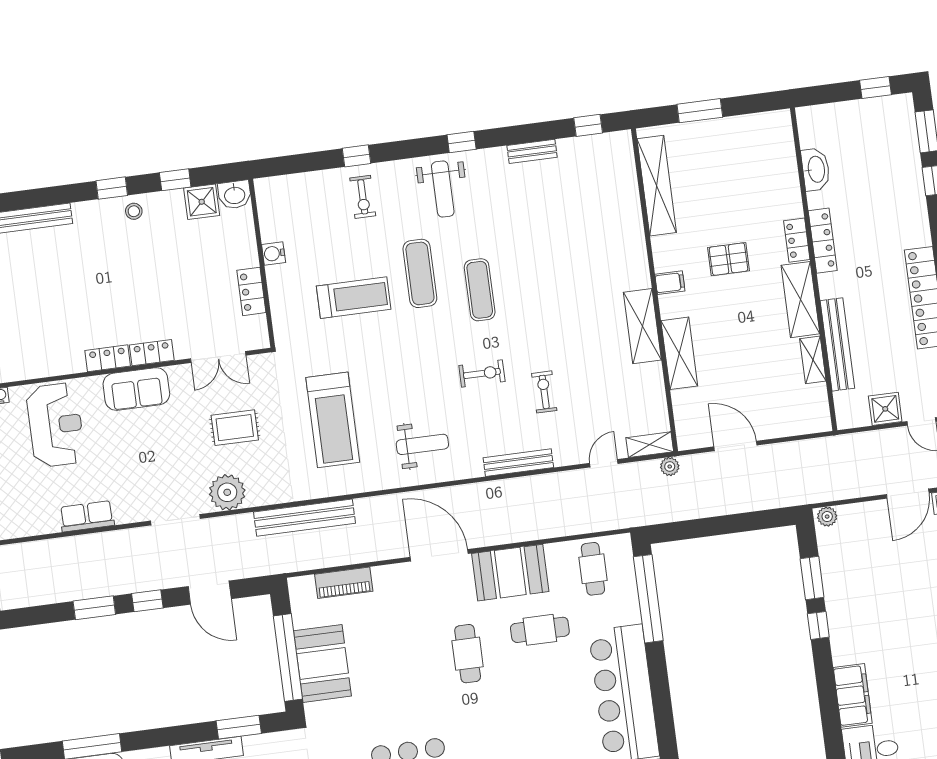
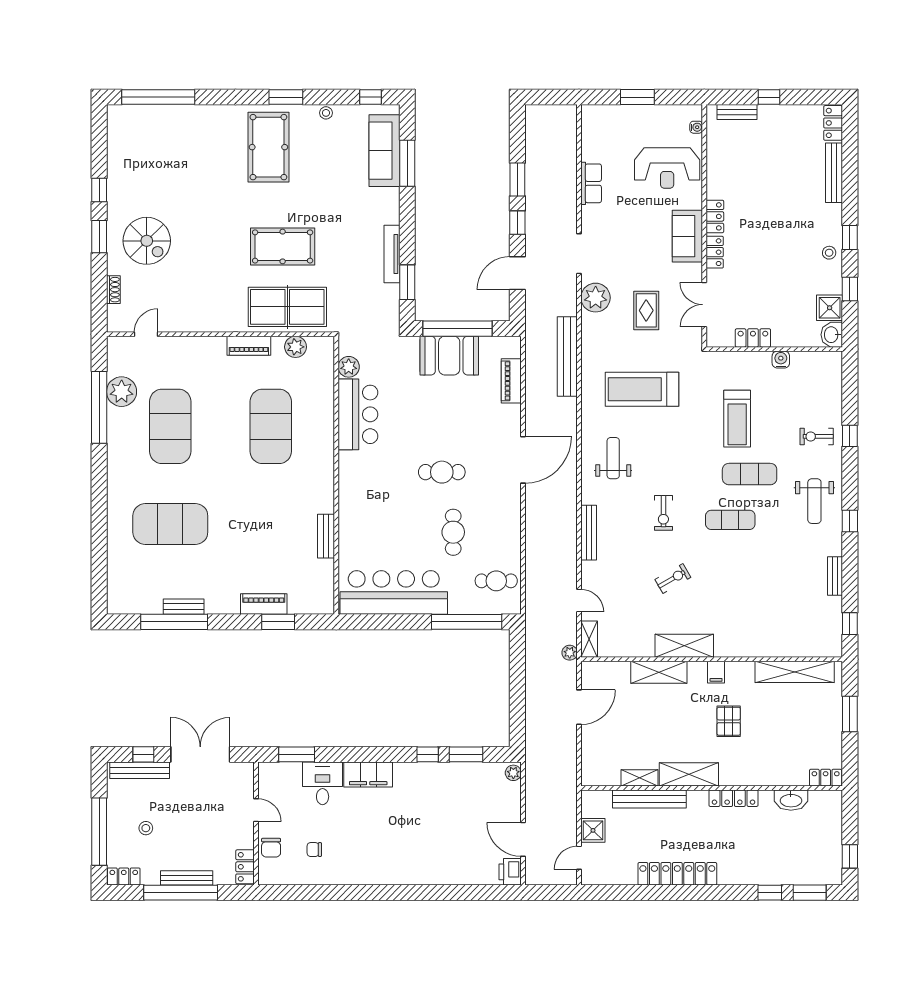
weight bench: (443, 189) -> (814, 501), turned -90
locker: (797, 240) -> (826, 778), moved
exercise bike: (544, 392) -> (673, 578), moved, turned -30
weight bench: (422, 444) -> (613, 458), turned 180
booth: (510, 573) -> (502, 515), removed

